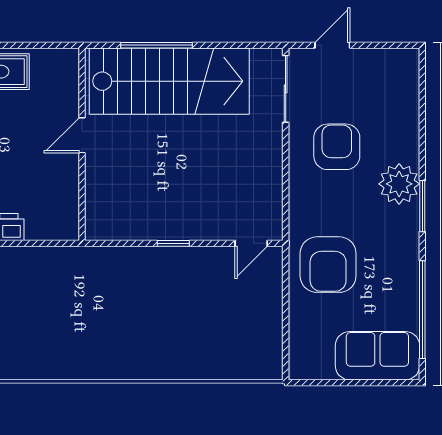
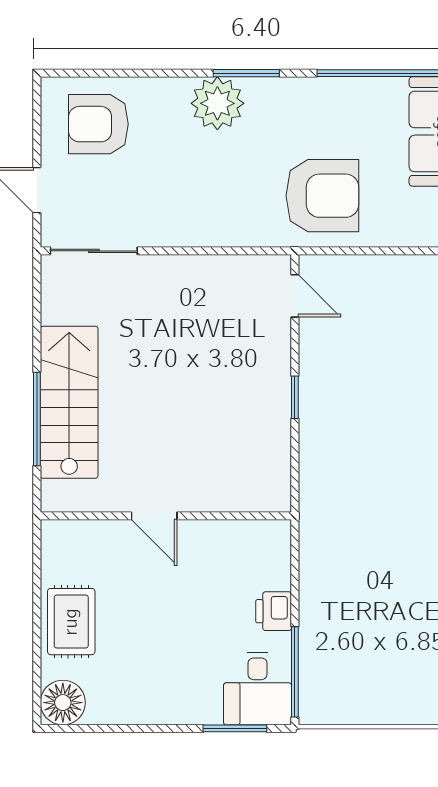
stairs: (169, 81) -> (69, 402), width x0.73, depth x0.66
armchair: (337, 147) -> (98, 124), moved

